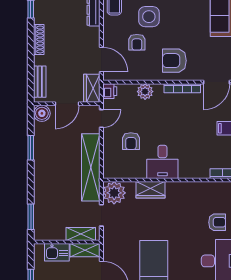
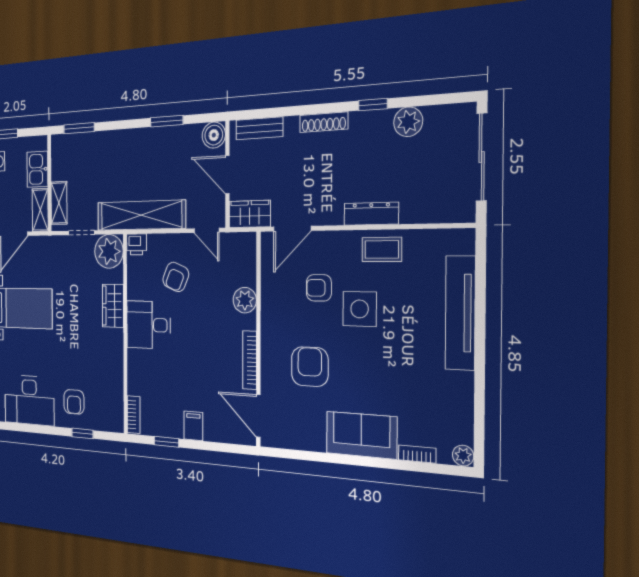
armchair: (174, 61) -> (310, 367), moved
printer: (110, 91) -> (136, 244), moved
armchair: (131, 141) -> (176, 277), turned -67

